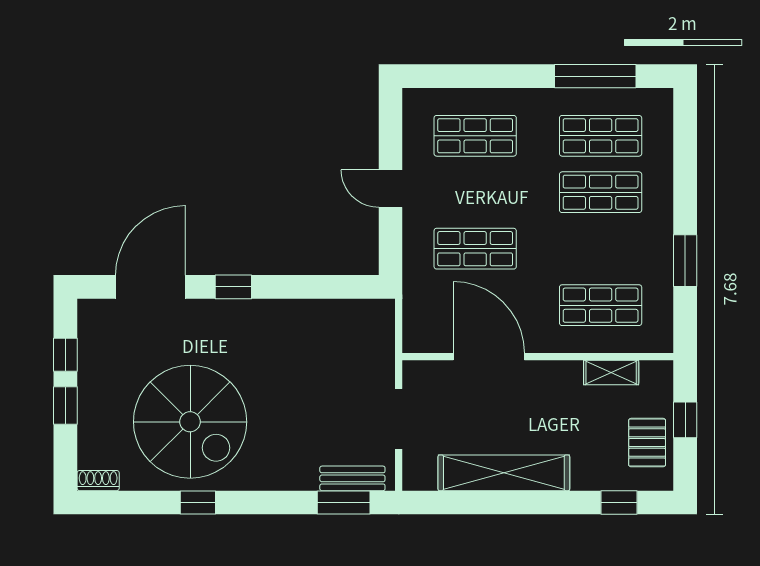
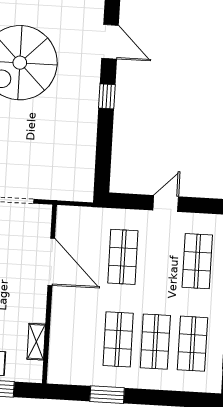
door: (151, 287) -> (110, 42), width x0.73
shop shelf: (601, 305) -> (118, 339), moved
door: (489, 357) -> (51, 262), hinge flipped

